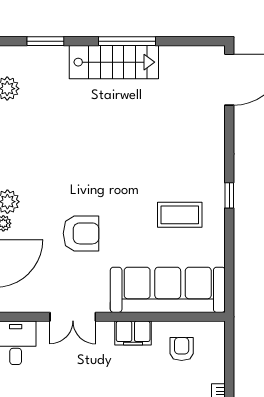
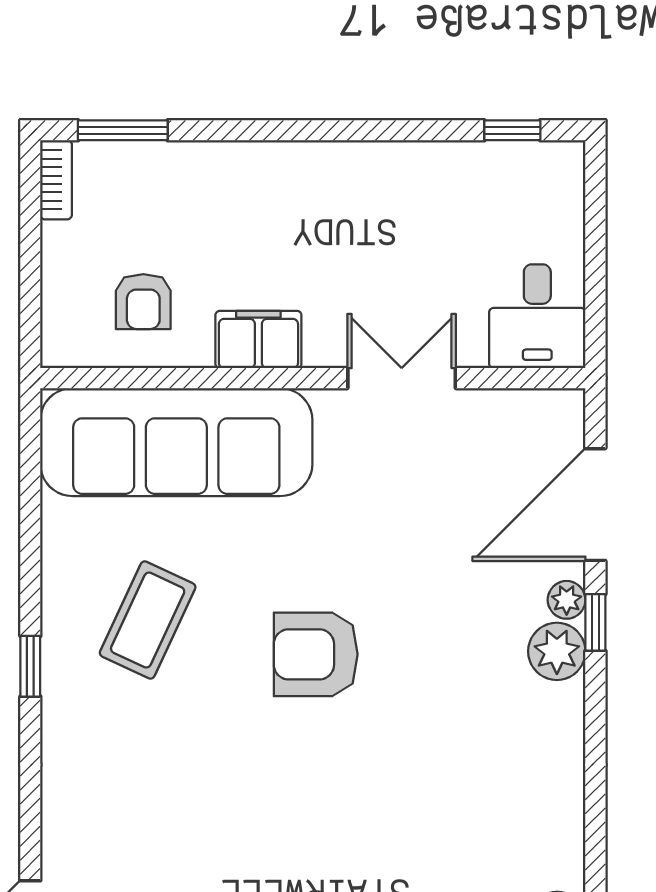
coffee table: (180, 215) -> (148, 620), turned -65
armchair: (81, 233) -> (316, 654), moved

